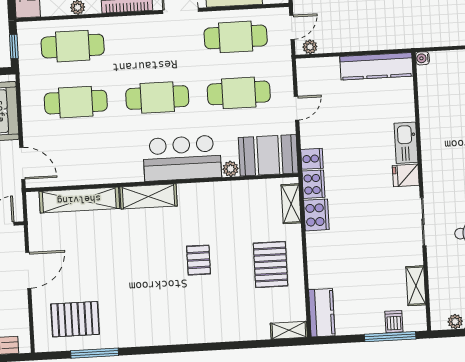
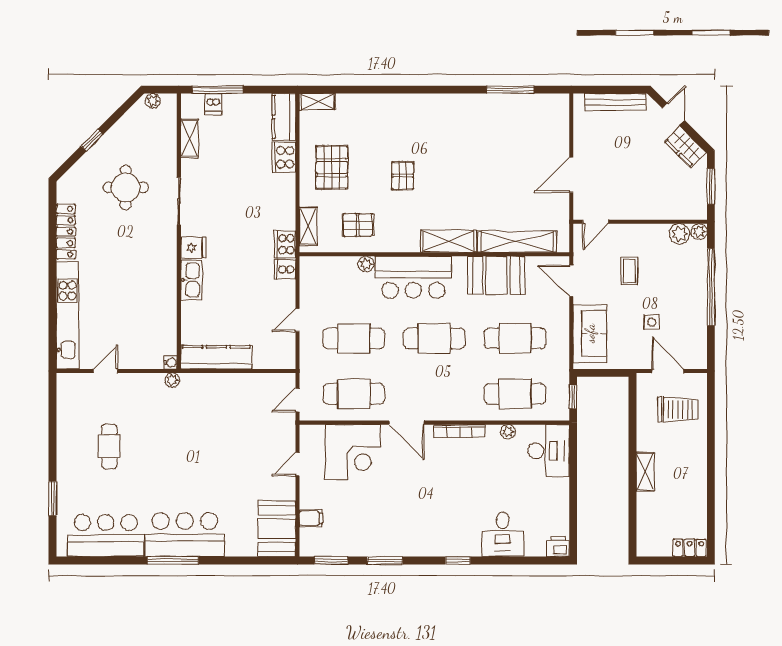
plant: (310, 47) -> (172, 380), moved
booth: (268, 155) -> (496, 275), moved
cooker: (316, 215) -> (284, 157), moved
pallet: (75, 319) -> (358, 225), moved, width x0.67, depth x0.71

